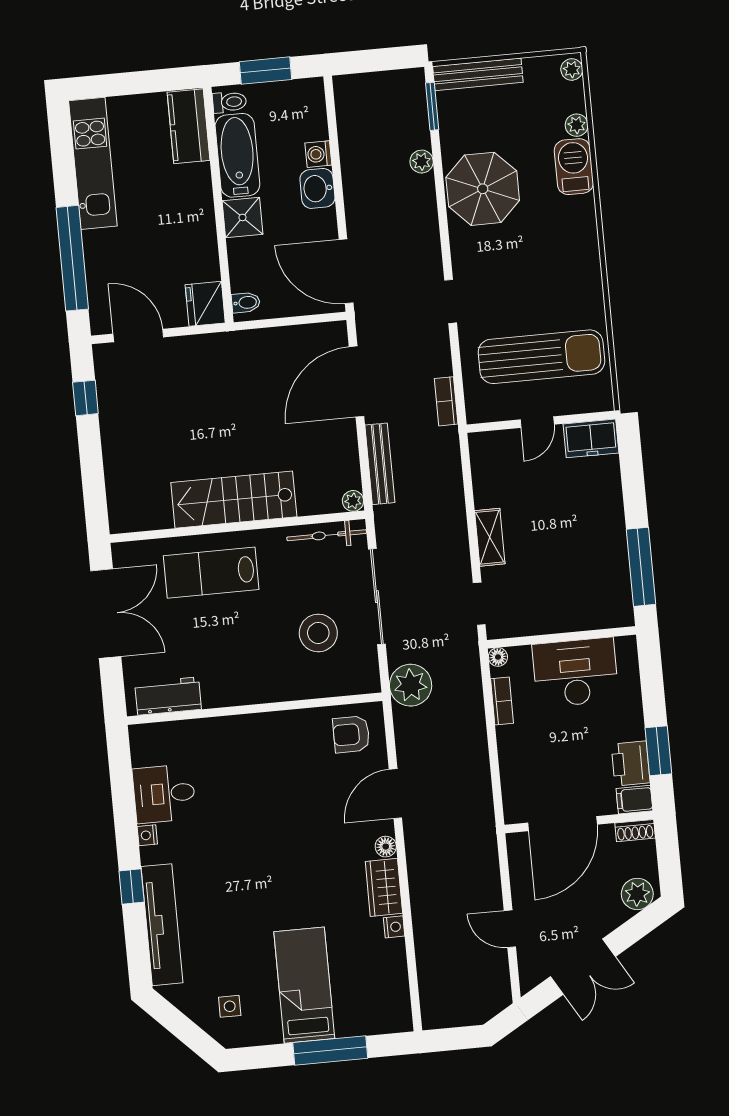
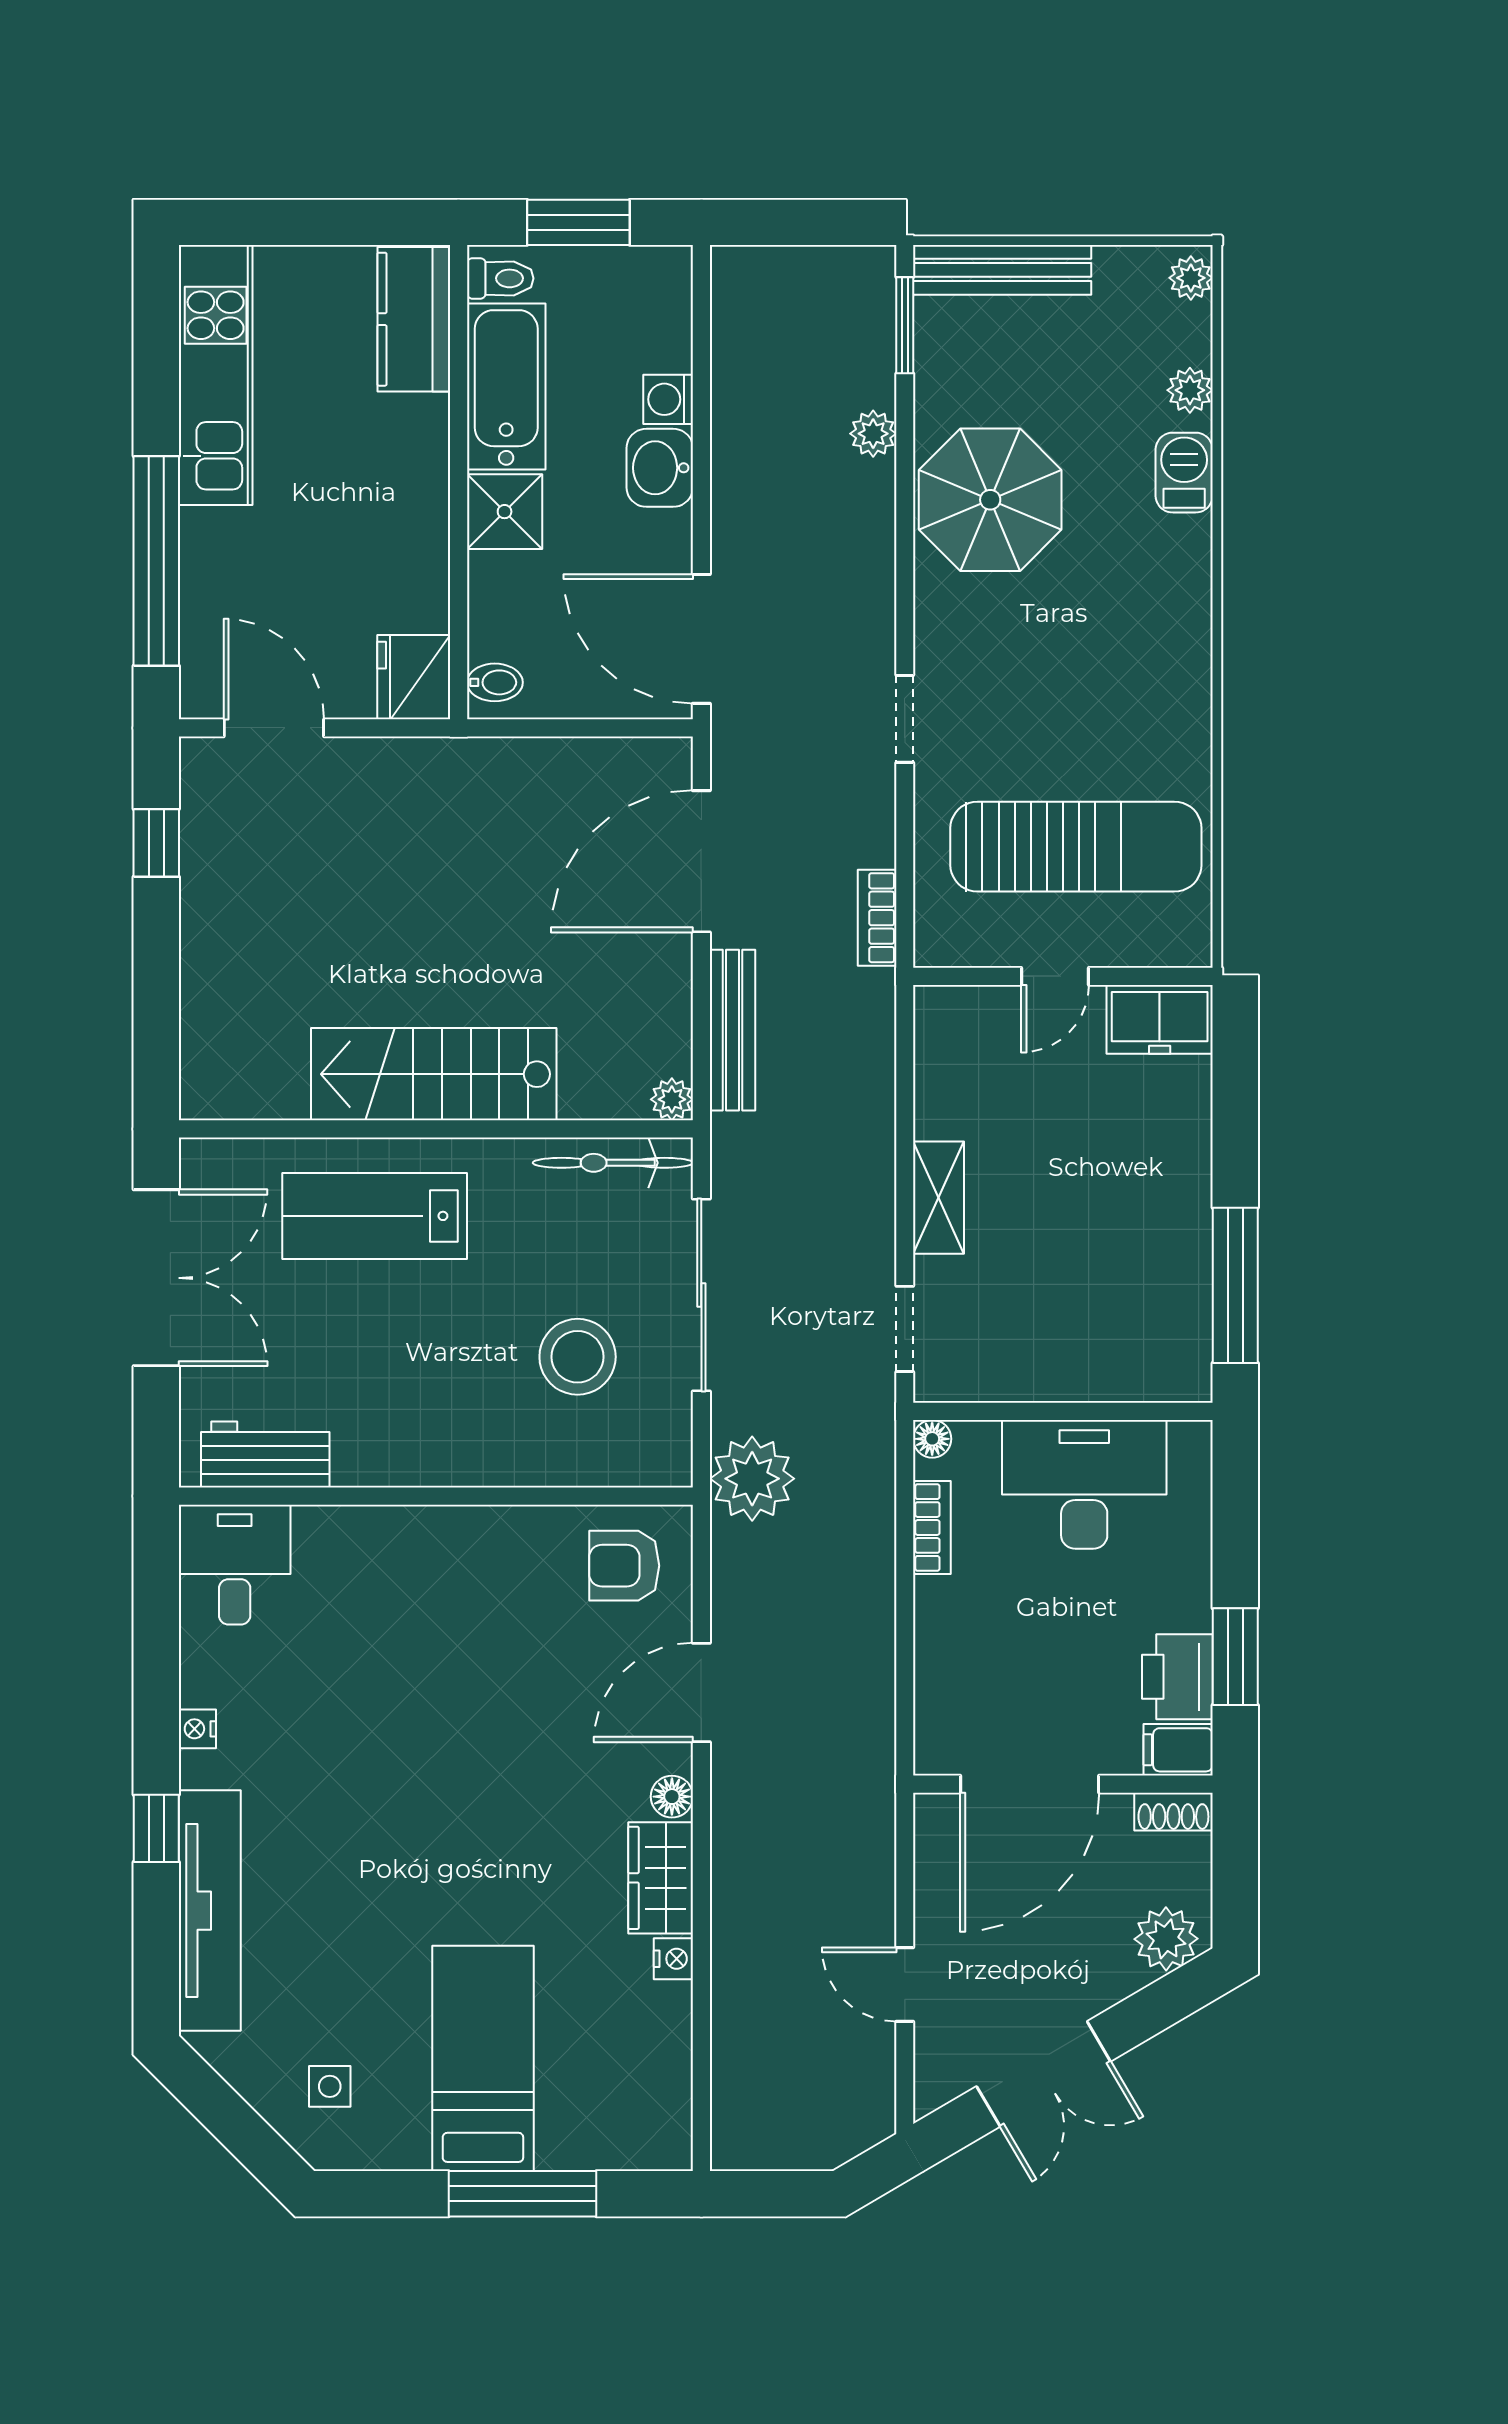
barbecue: (574, 167) -> (1184, 473), width x0.73, depth x0.79
desk: (164, 794) -> (235, 1565), moved, turned 90

